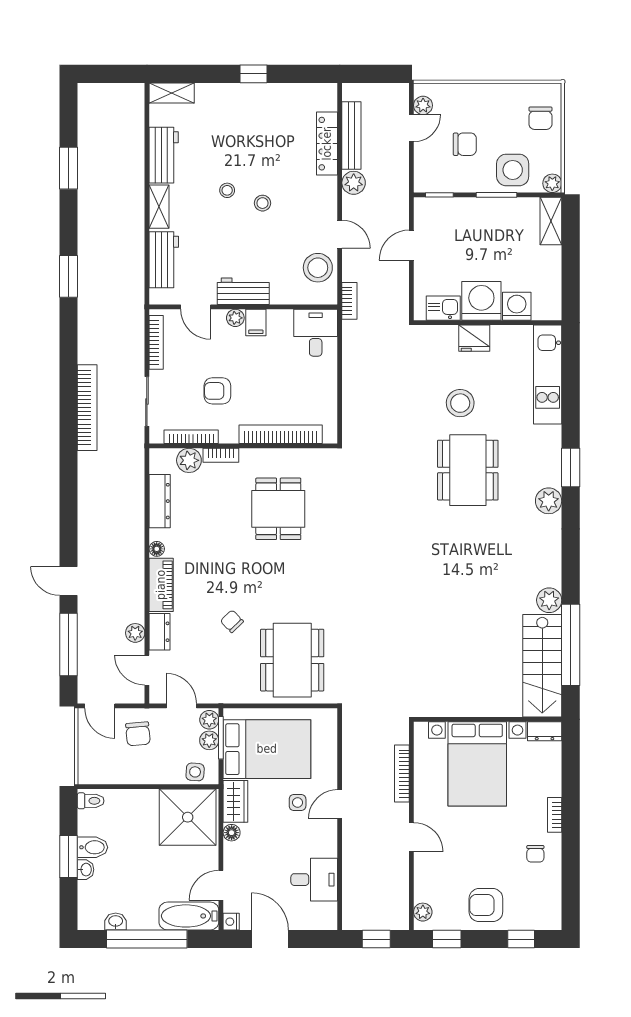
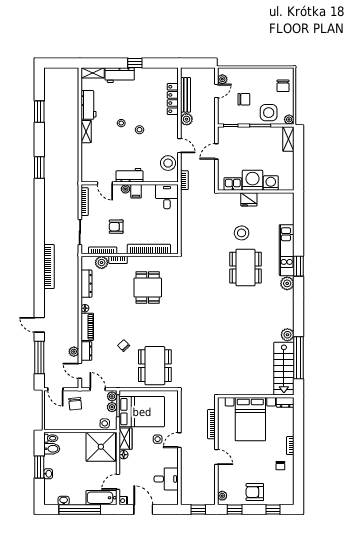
workbench: (164, 260) -> (120, 75), moved, turned 90
kitchen unit: (548, 375) -> (287, 250), moved
bookcase: (87, 408) -> (49, 267), moved
bidet: (93, 847) -> (52, 449), moved

